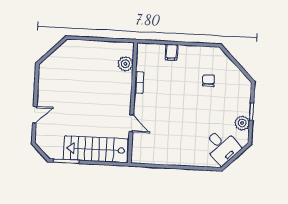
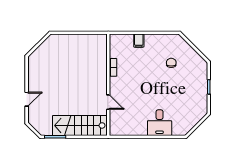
plant: (125, 64) -> (101, 52), removed
plant: (242, 123) -> (201, 97), removed
desk: (222, 146) -> (160, 123), moved, turned 45

